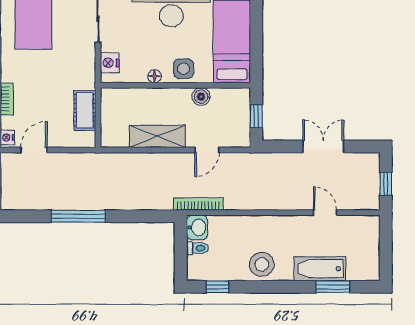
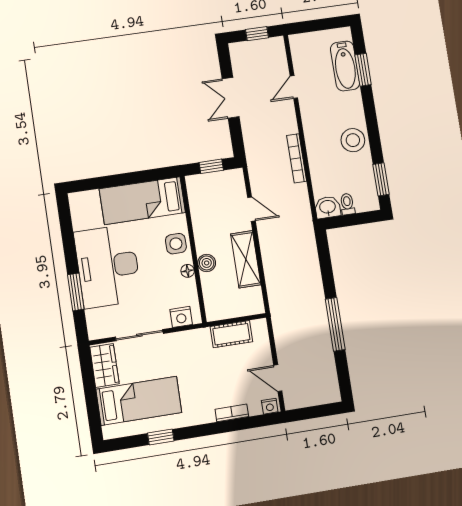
boiler: (201, 97) -> (207, 263), moved
bookcase: (198, 204) -> (297, 158), moved
bathtub: (320, 269) -> (345, 66), moved
window: (217, 287) -> (381, 179), width x1.50

